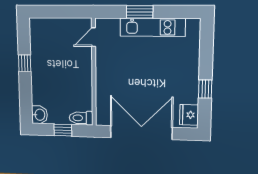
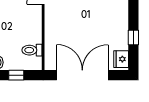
toilet: (81, 118) -> (32, 50), moved

